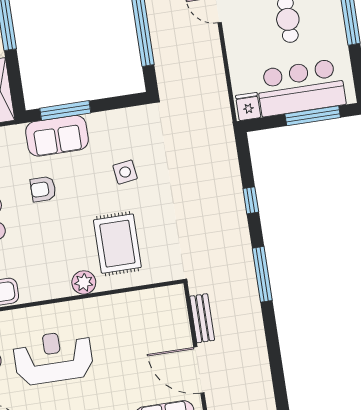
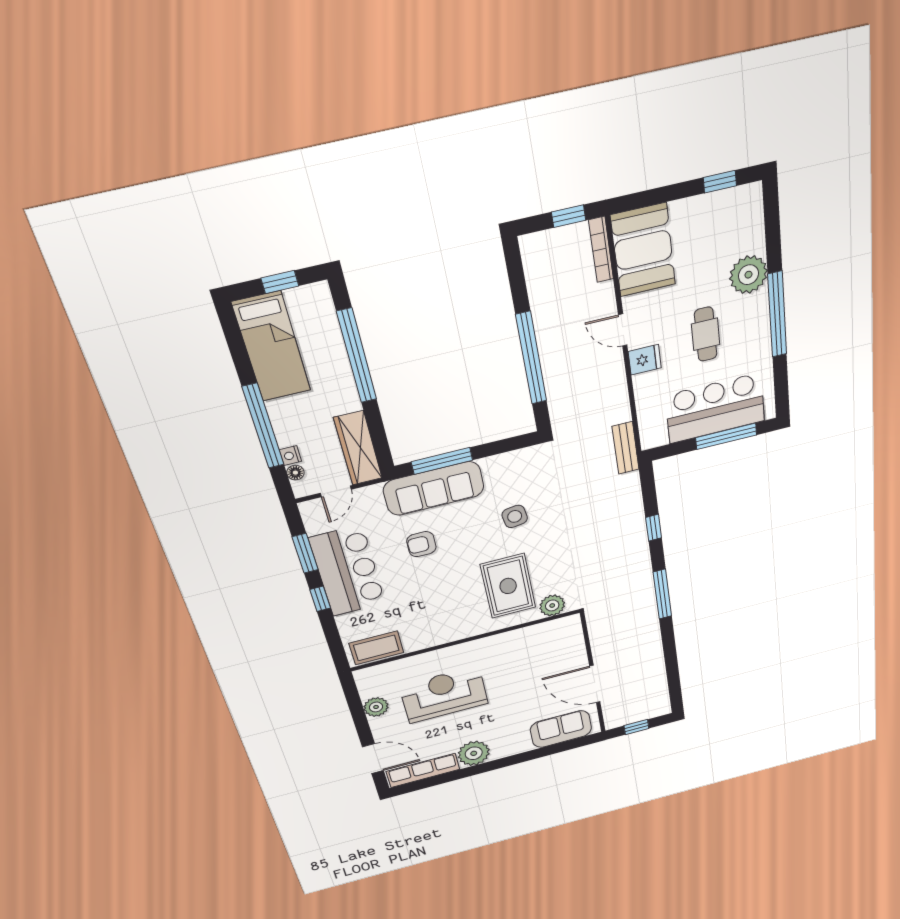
fridge: (248, 106) -> (645, 360), moved, turned 90
sofa: (57, 136) -> (434, 488), width x1.36
plant: (84, 282) -> (552, 605), moved
bench: (202, 318) -> (626, 448), moved

